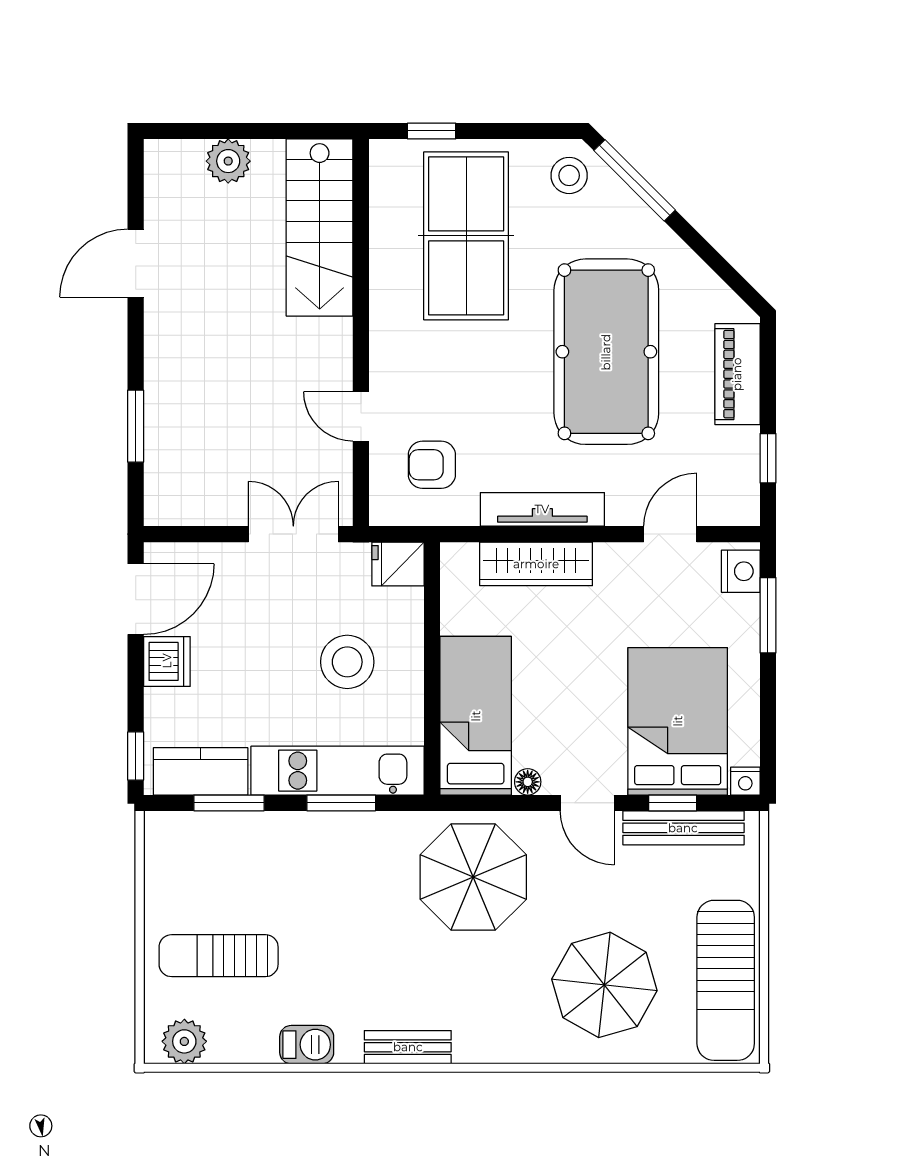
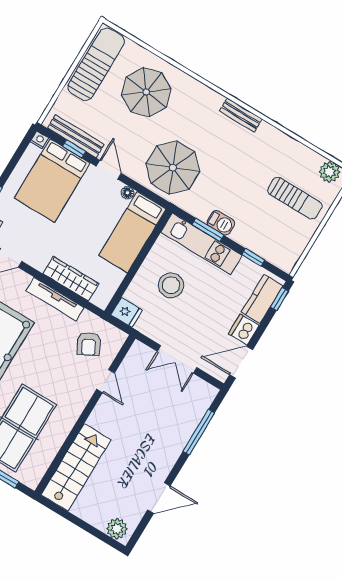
plant: (228, 161) -> (117, 529), moved
window: (136, 426) -> (199, 432), width x1.44
armchair: (432, 465) -> (89, 344), turned 62
double door: (293, 534) -> (177, 359), moved
kitchen counter: (201, 771) -> (262, 299), moved, turned 90
window: (229, 803) -> (253, 257), width x0.67
barbecue: (307, 1045) -> (221, 223), moved, turned 180

